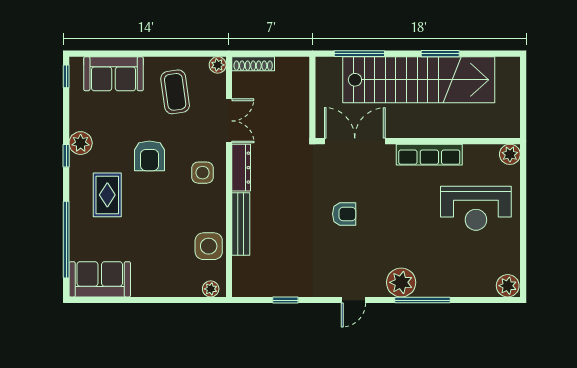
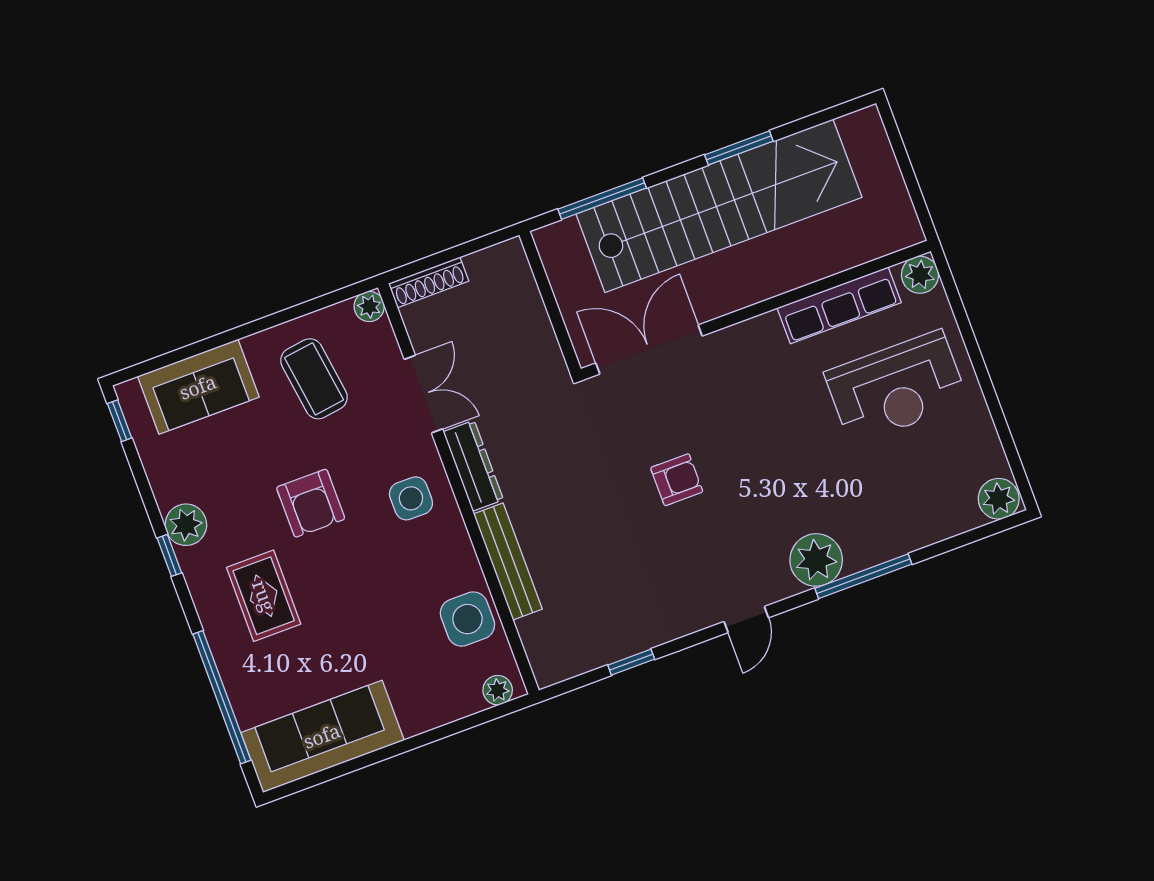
row of seats: (429, 155) -> (839, 305), moved
sofa: (100, 279) -> (322, 736), width x1.36

